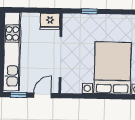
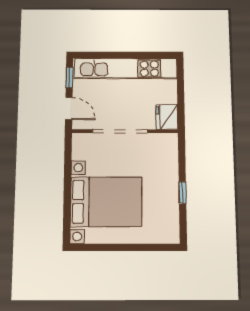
window: (89, 11) -> (182, 193), moved

